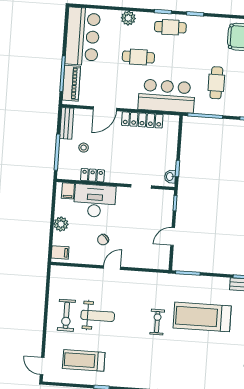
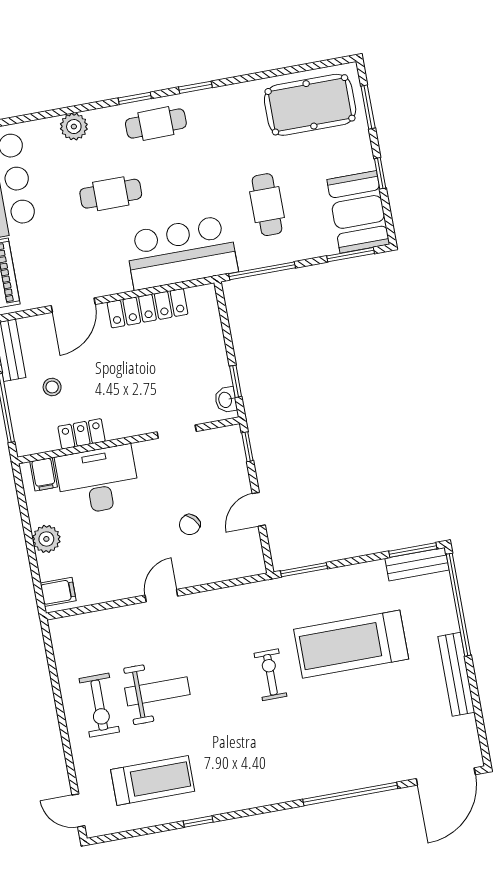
chair: (103, 240) -> (190, 525), moved
treadmill: (84, 360) -> (153, 780), turned 180

